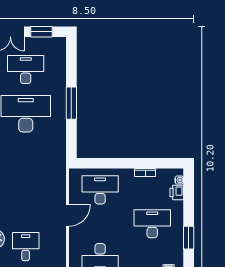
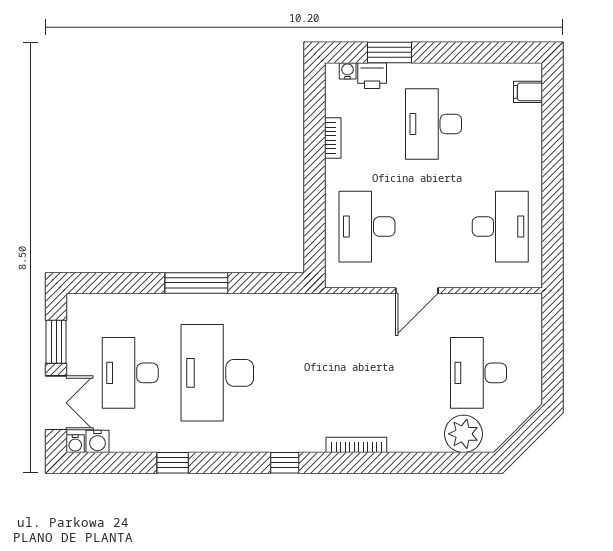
door: (68, 215) -> (417, 291), swing flipped
window: (189, 238) -> (389, 52), moved
desk: (26, 247) -> (479, 373), width x1.37

